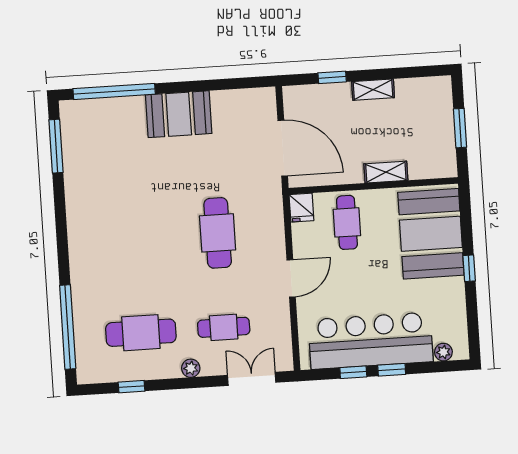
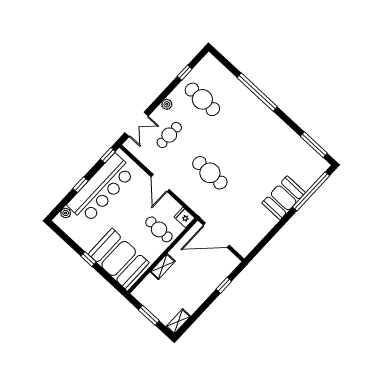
shelving: (373, 90) -> (178, 321), moved
booth: (179, 114) -> (284, 198), moved
window: (68, 327) -> (257, 92), moved
cafe table: (141, 333) -> (202, 99), turned 90
window: (353, 372) -> (108, 155), moved

